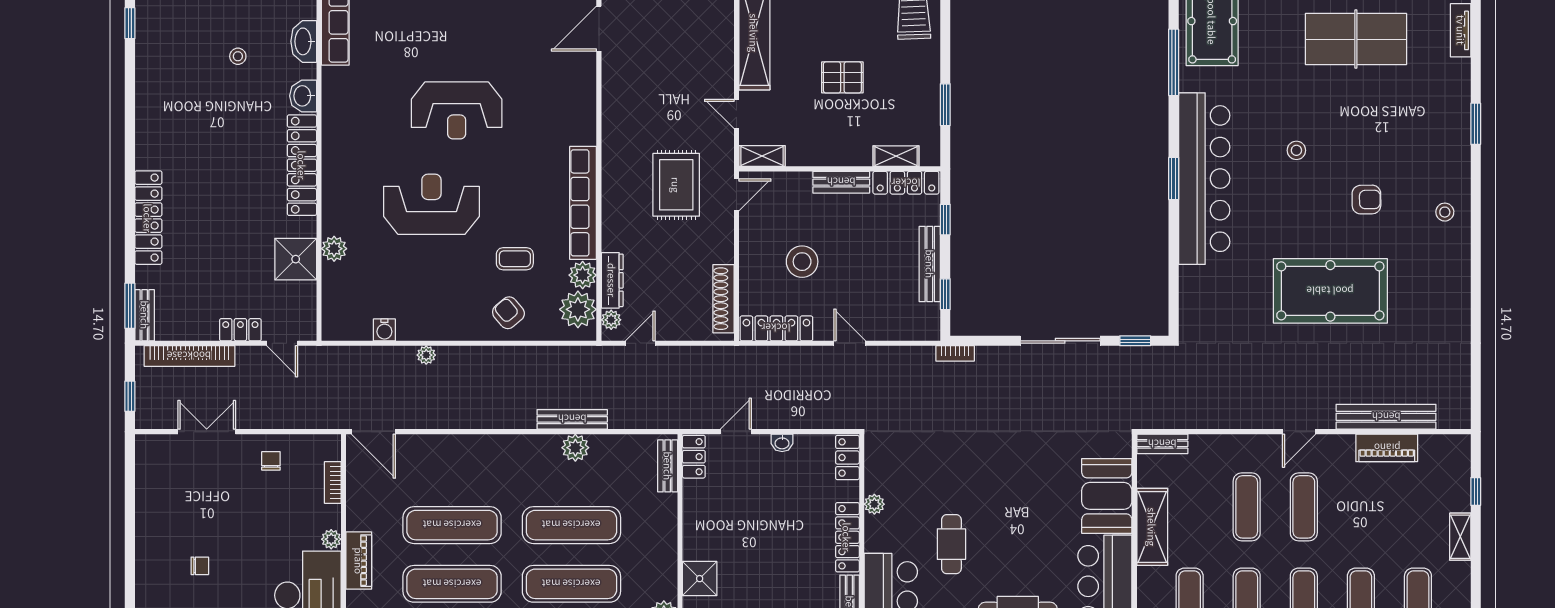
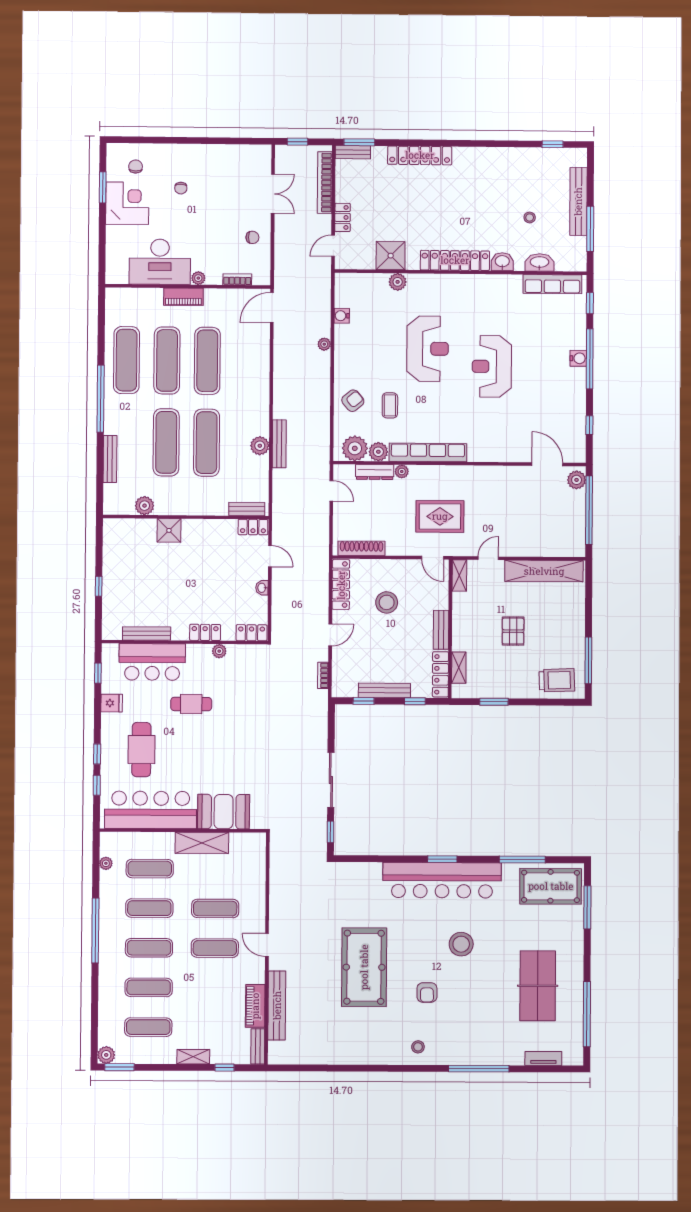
window: (1476, 124) -> (479, 1069), width x2.11
stool: (1296, 150) -> (461, 944), width x1.89, depth x1.89
plant: (611, 320) -> (402, 471), moved
bookcase: (955, 353) -> (323, 675), moved
bench: (1162, 444) -> (258, 1046), moved
locker: (847, 537) -> (205, 632), width x0.66

